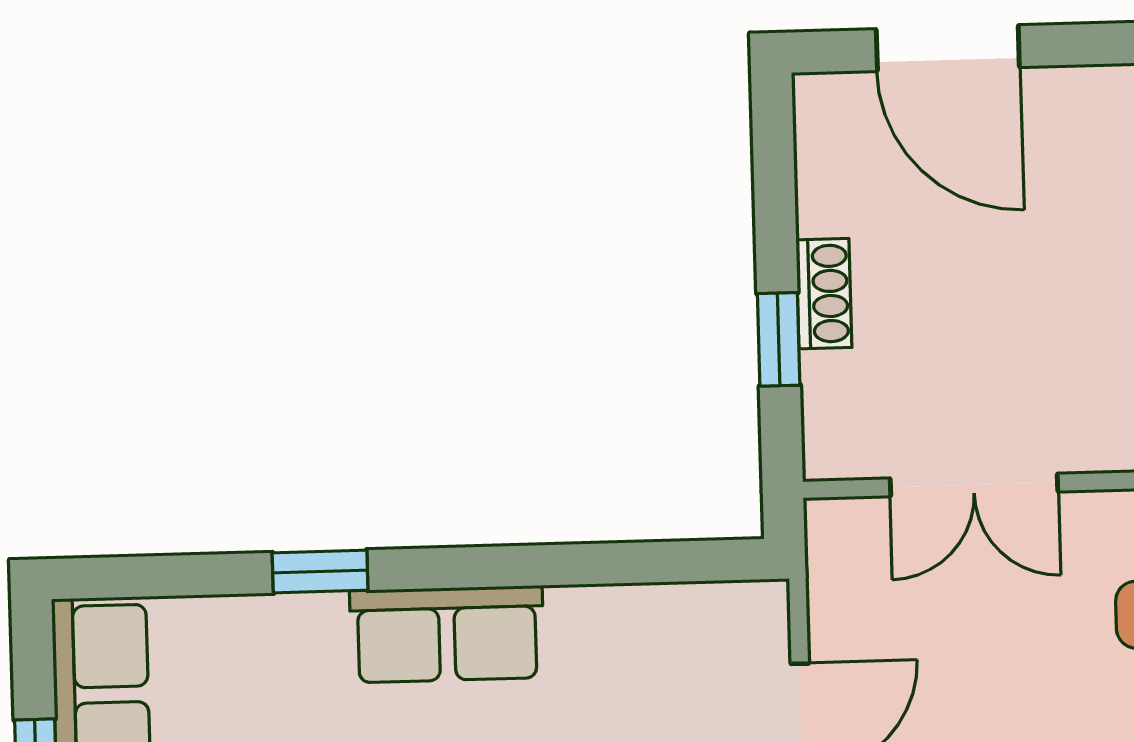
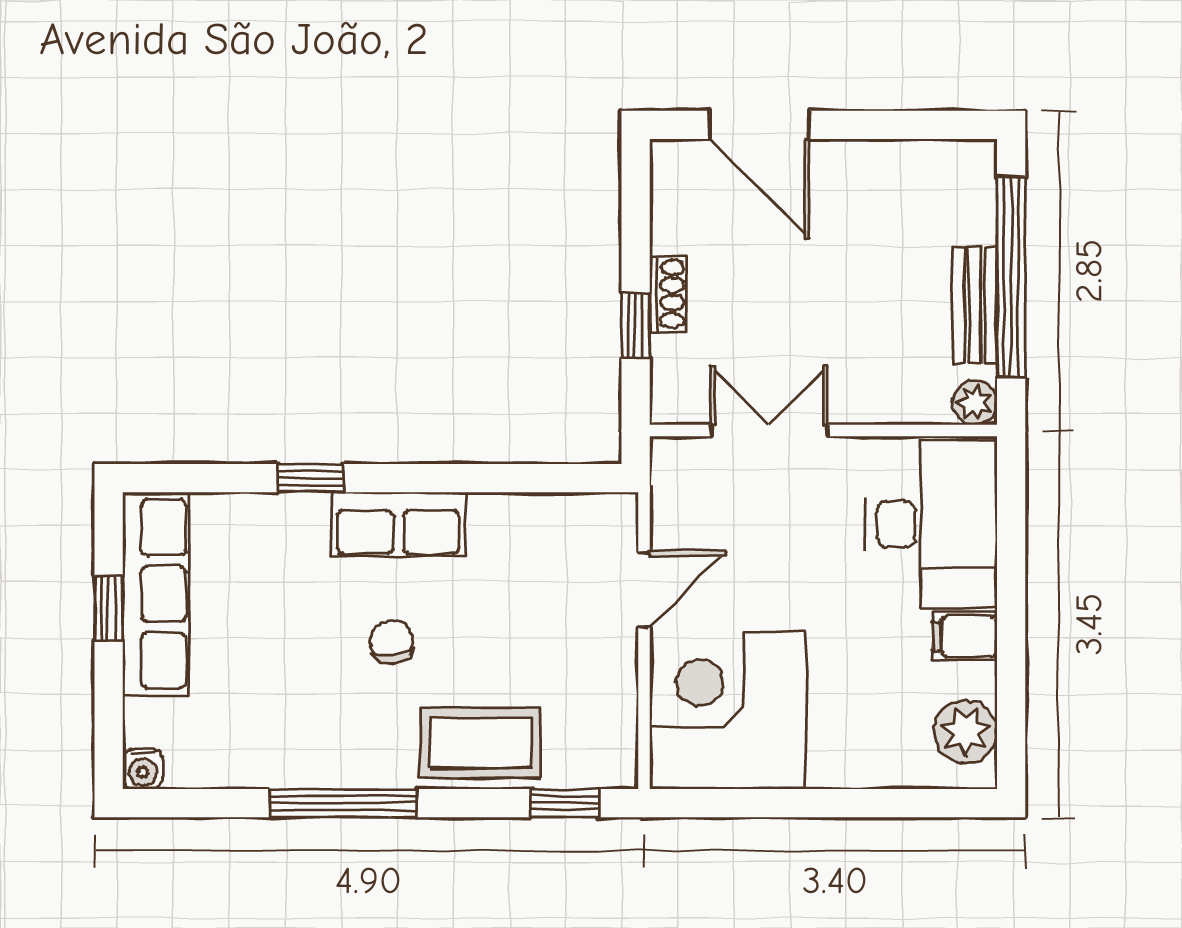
double door: (974, 485) -> (769, 430), swing flipped

